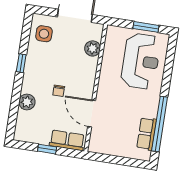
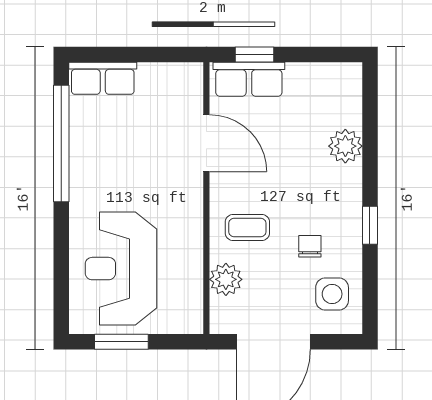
coffee table: (79, 71) -> (247, 227), added
chair: (59, 91) -> (310, 246), moved
row of seats: (147, 134) -> (103, 78), moved, turned 90
window: (47, 149) -> (254, 54), moved

